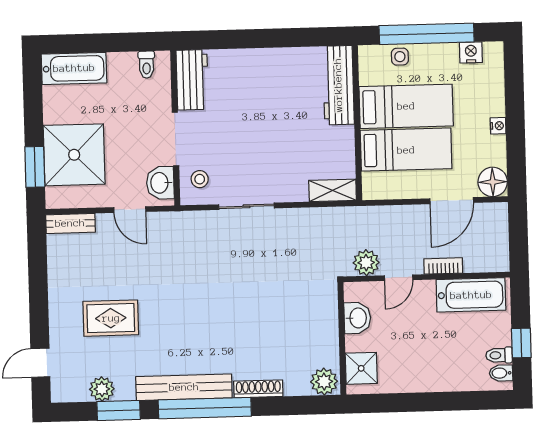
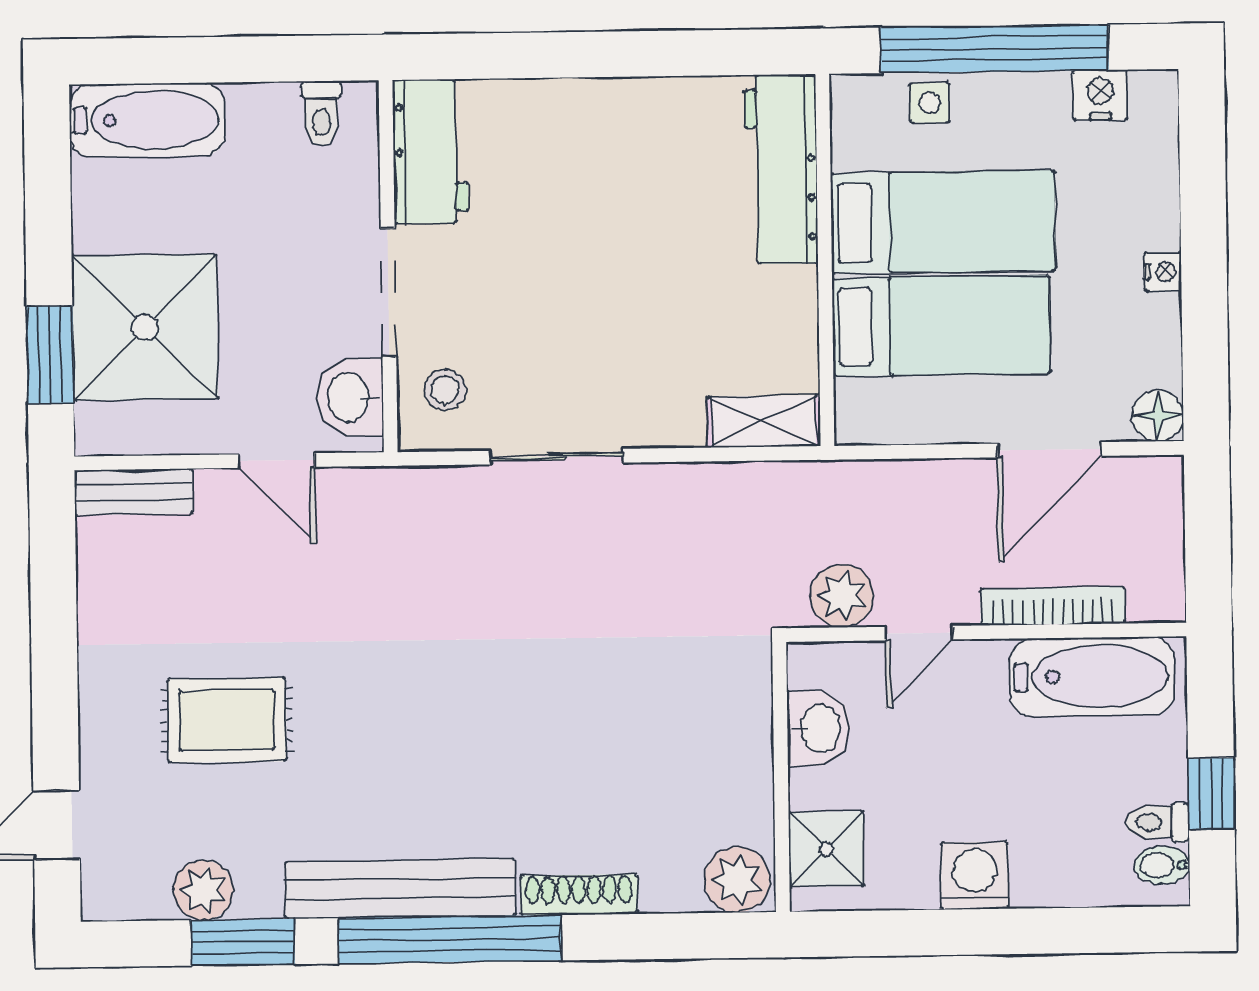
floor lamp: (493, 182) -> (1158, 416), width x0.73, depth x0.73
bookcase: (443, 266) -> (1053, 606), width x1.56
washing machine: (423, 378) -> (975, 876), added

